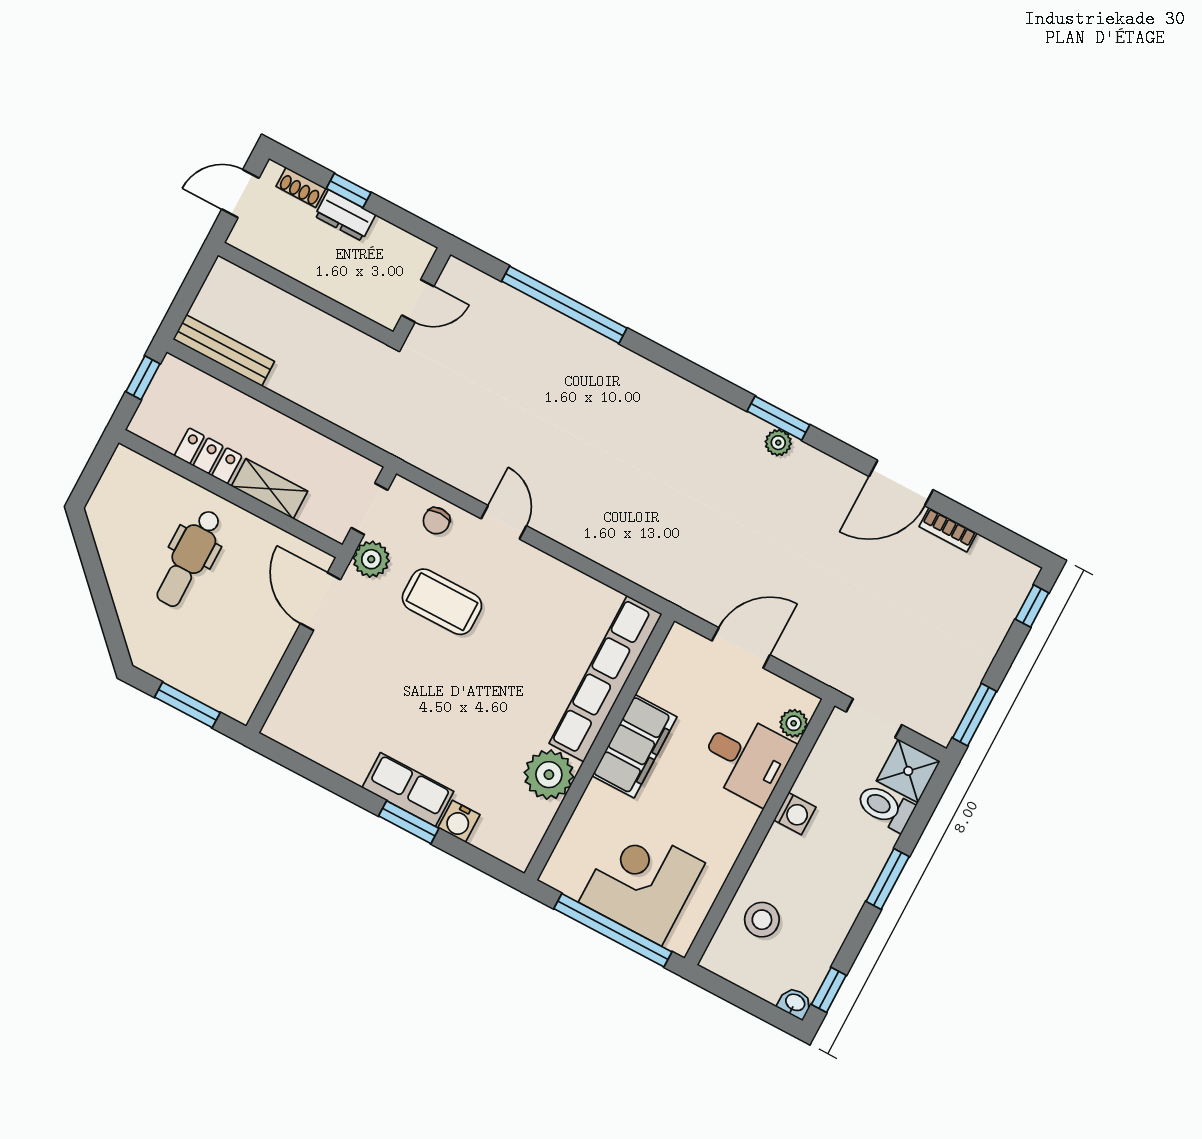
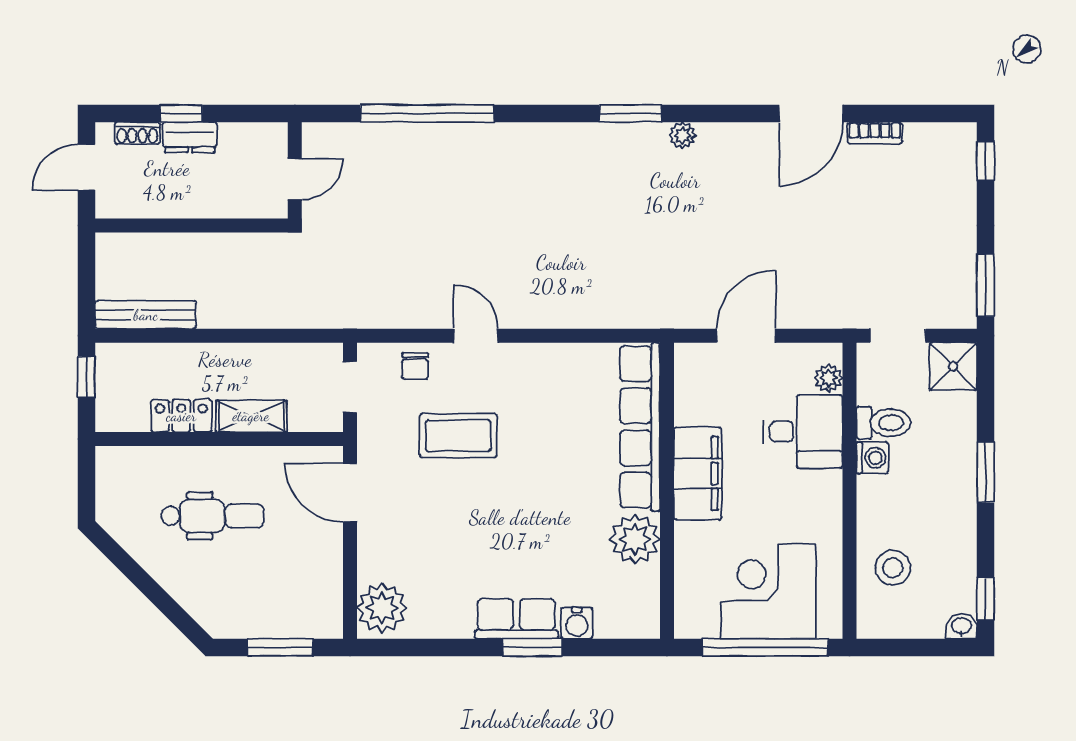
window: (778, 418) -> (630, 113), moved
dental chair: (189, 558) -> (213, 516), turned -90
plant: (371, 559) -> (382, 608), moved, width x1.36, depth x1.36
toilet: (885, 807) -> (883, 423), moved, turned 180

